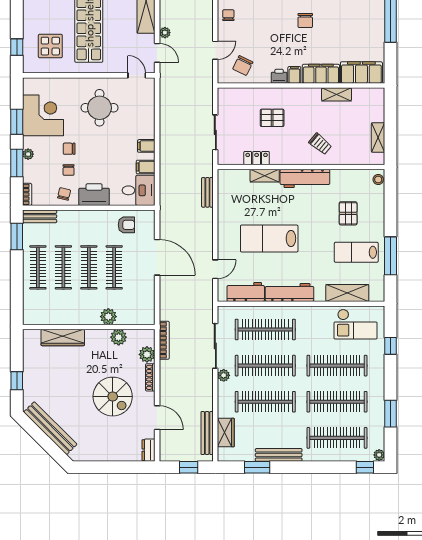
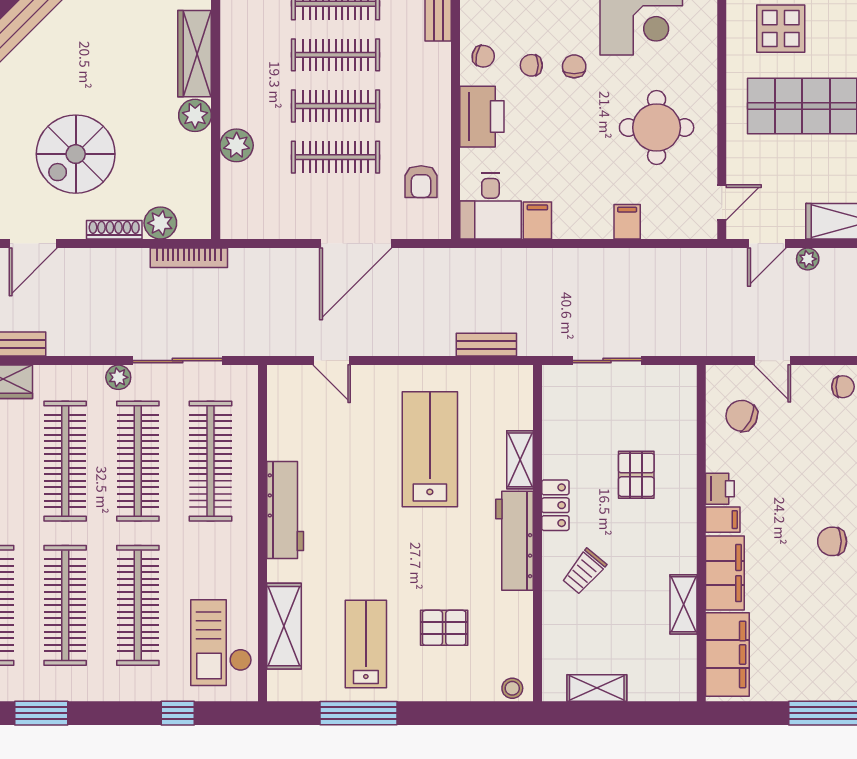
filing cabinet: (146, 146) -> (627, 222), moved
locker: (257, 158) -> (555, 505), moved
lab bench: (269, 238) -> (430, 449), moved
workbench: (246, 292) -> (286, 422), removed
plant: (119, 337) -> (195, 115), moved

